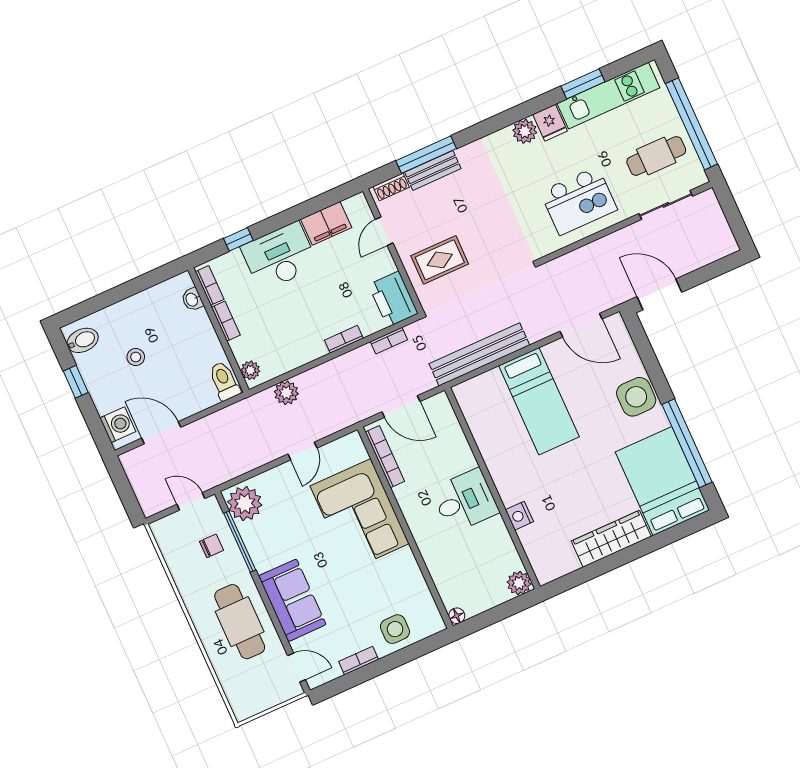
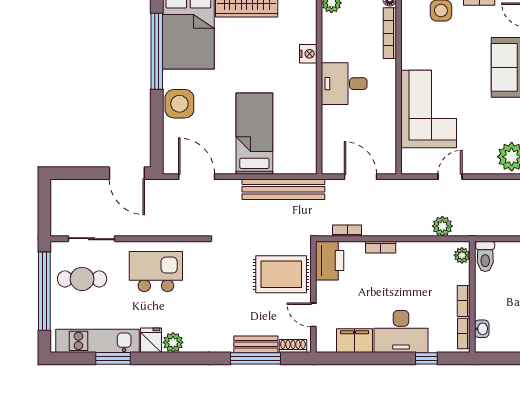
door: (384, 231) -> (313, 315), swing flipped
rug: (440, 260) -> (281, 274), width x1.36, depth x1.43
bookcase: (385, 457) -> (390, 33), moved

